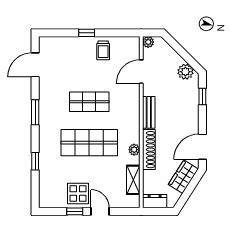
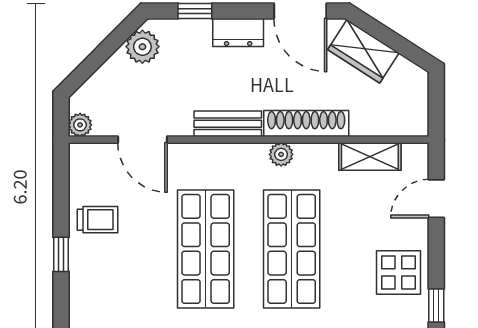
shop shelf: (89, 102) -> (206, 249), width x1.43, depth x1.36
plant: (134, 150) -> (281, 154), moved
dresser: (155, 201) -> (238, 33), moved, turned -90
window: (75, 211) -> (436, 306), moved
door: (100, 211) -> (436, 199), moved

